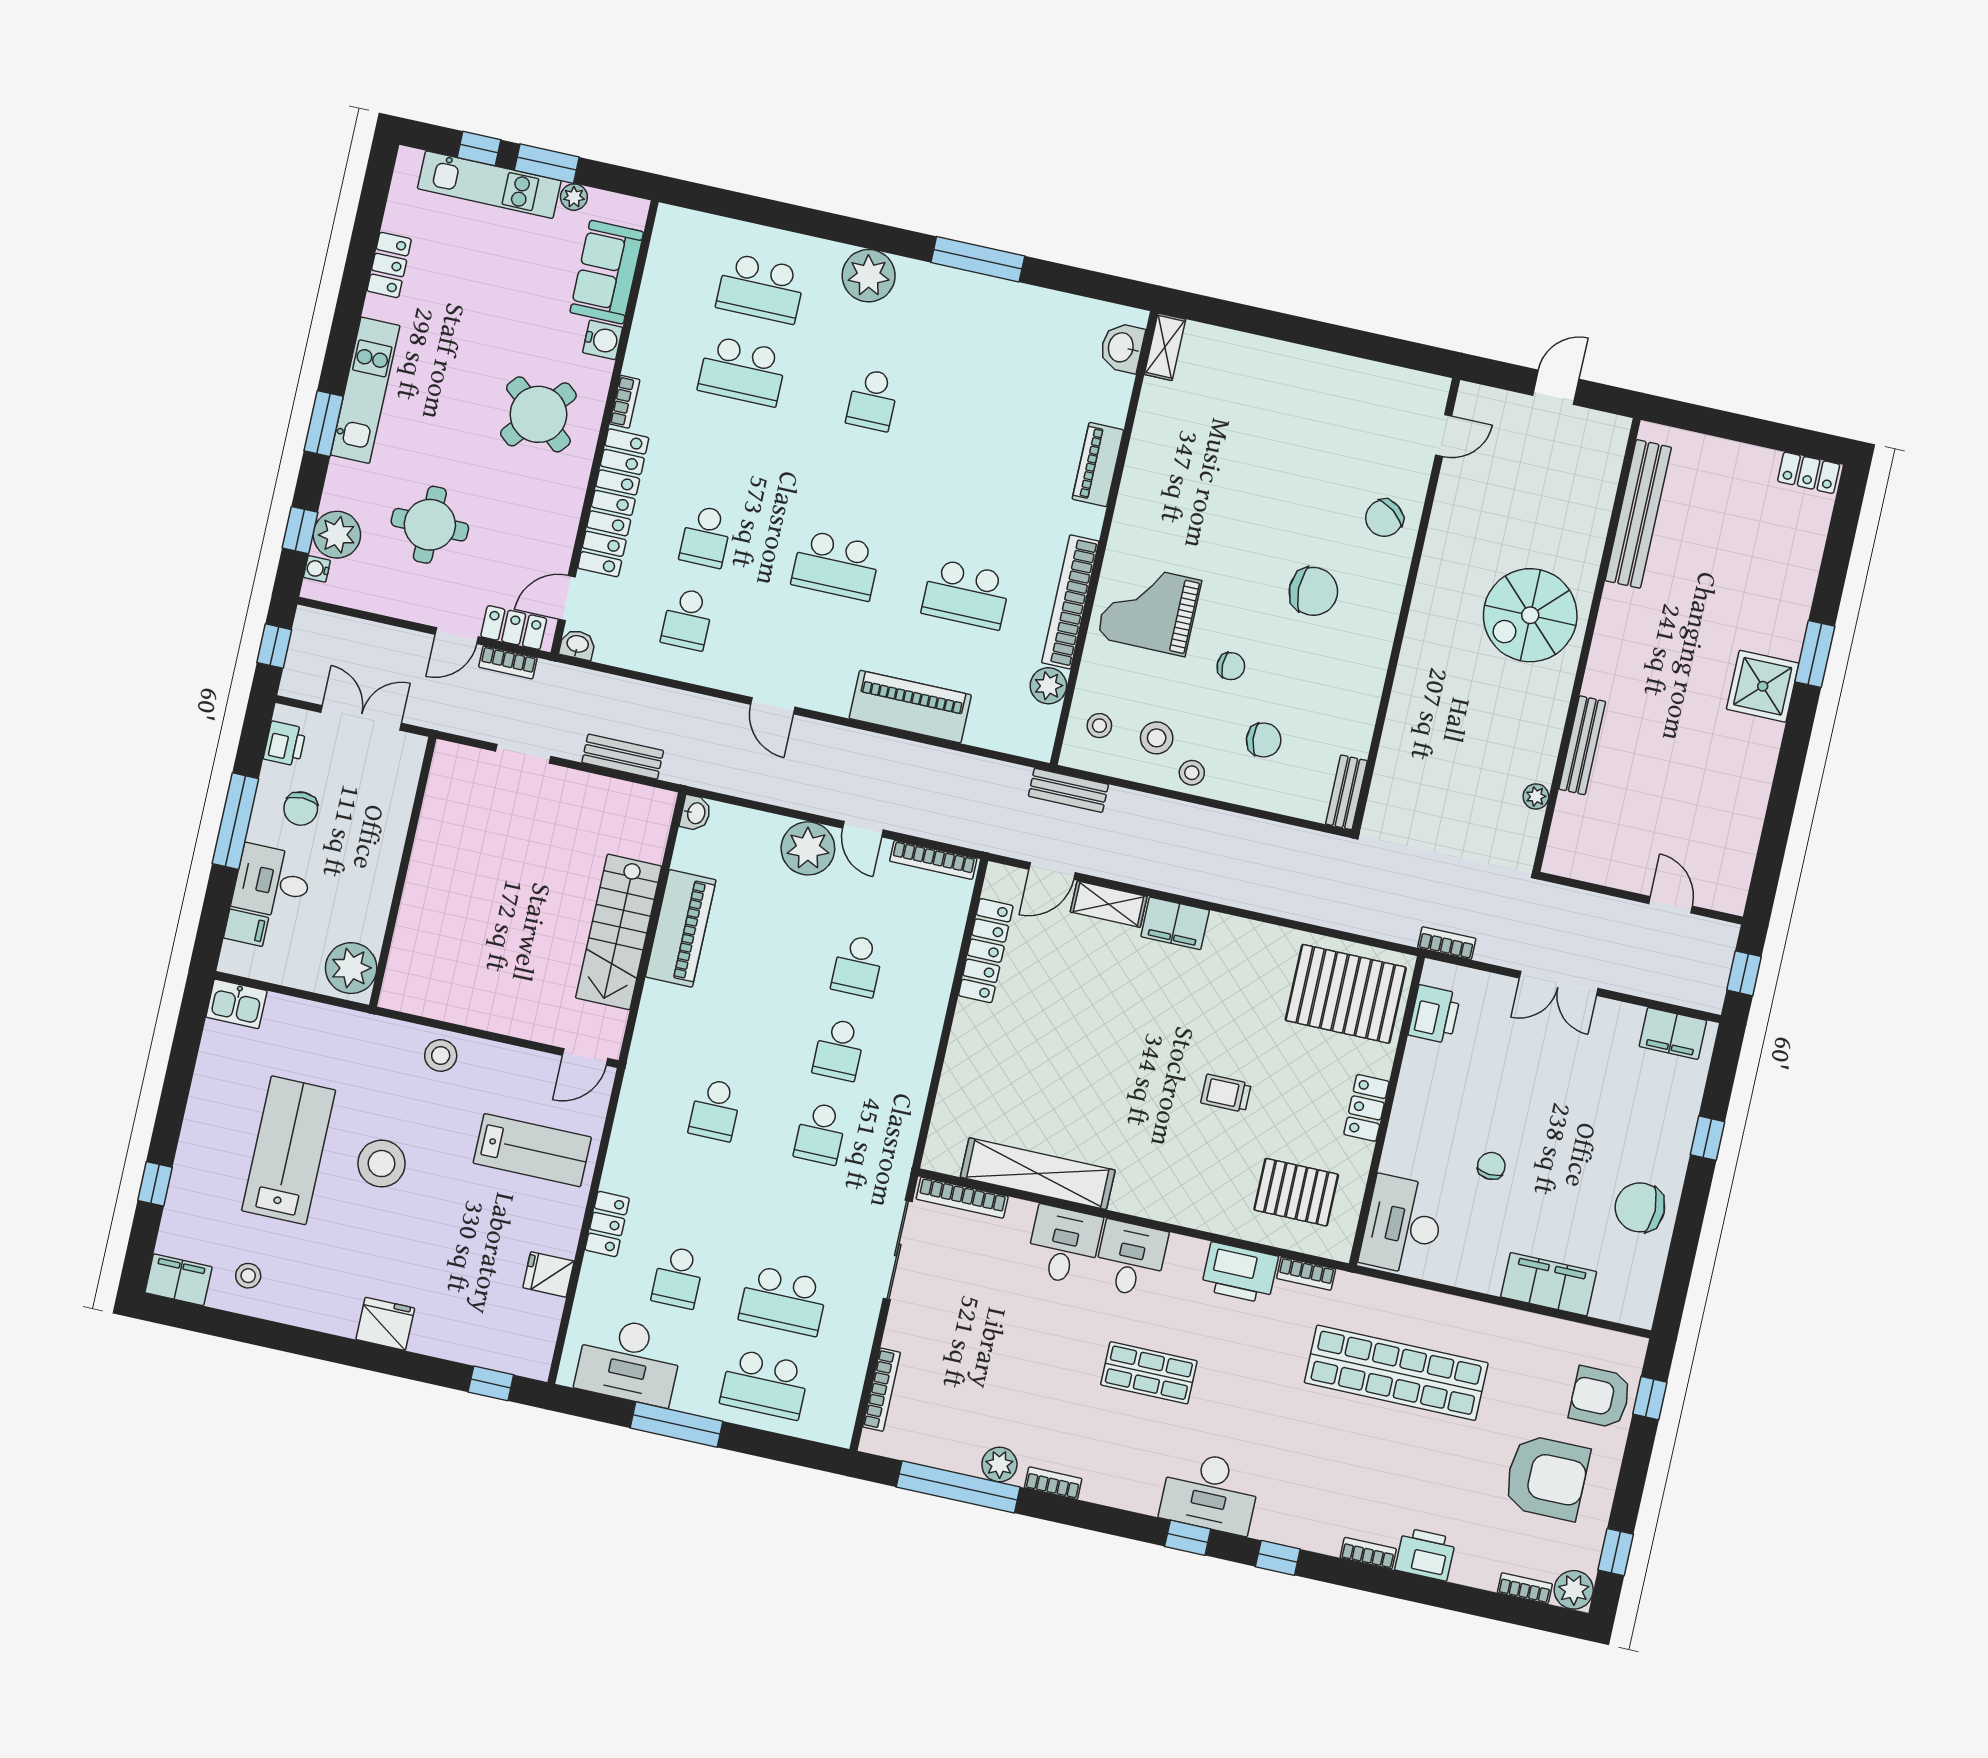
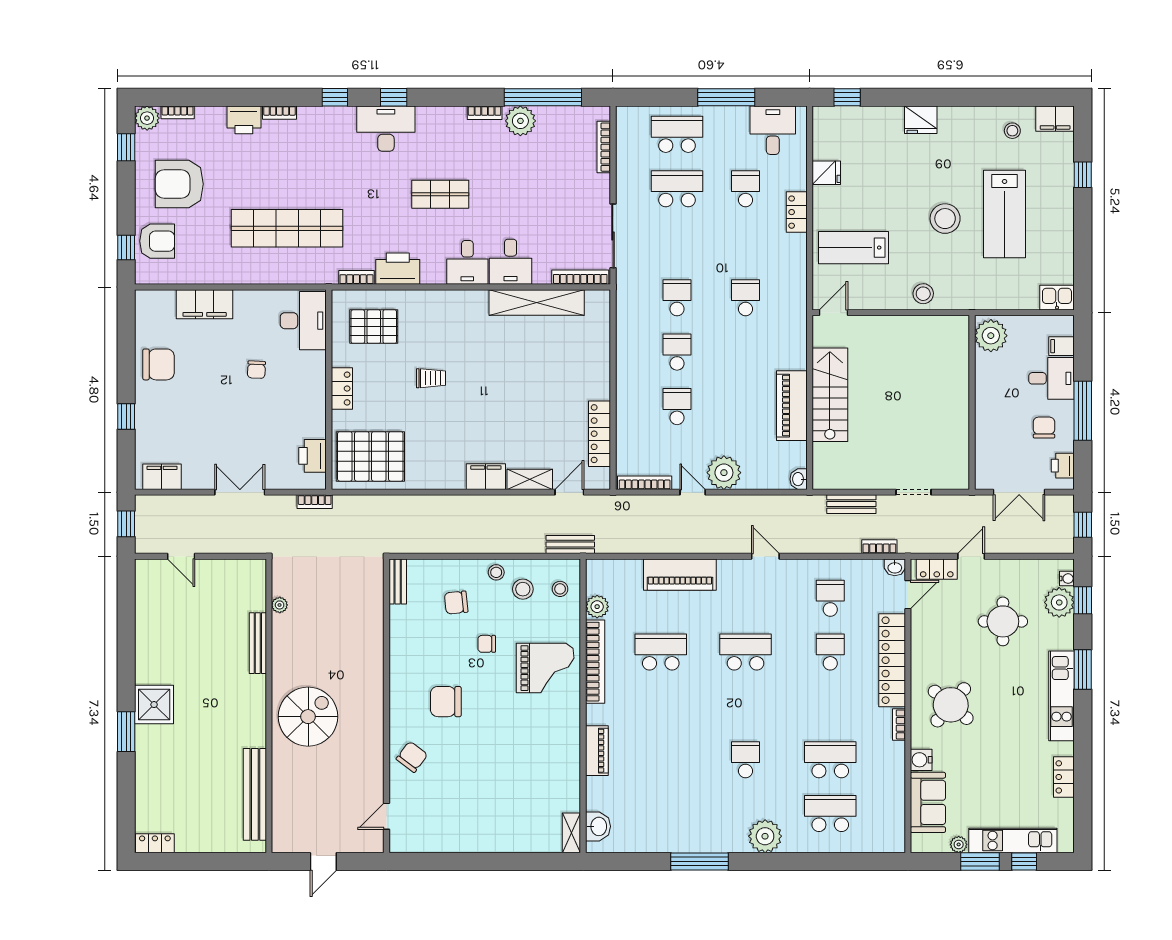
bookcase: (508, 663) -> (879, 547), moved
desk: (629, 1361) -> (773, 130), width x0.73
plant: (999, 1464) -> (520, 121), width x1.36, depth x1.36

